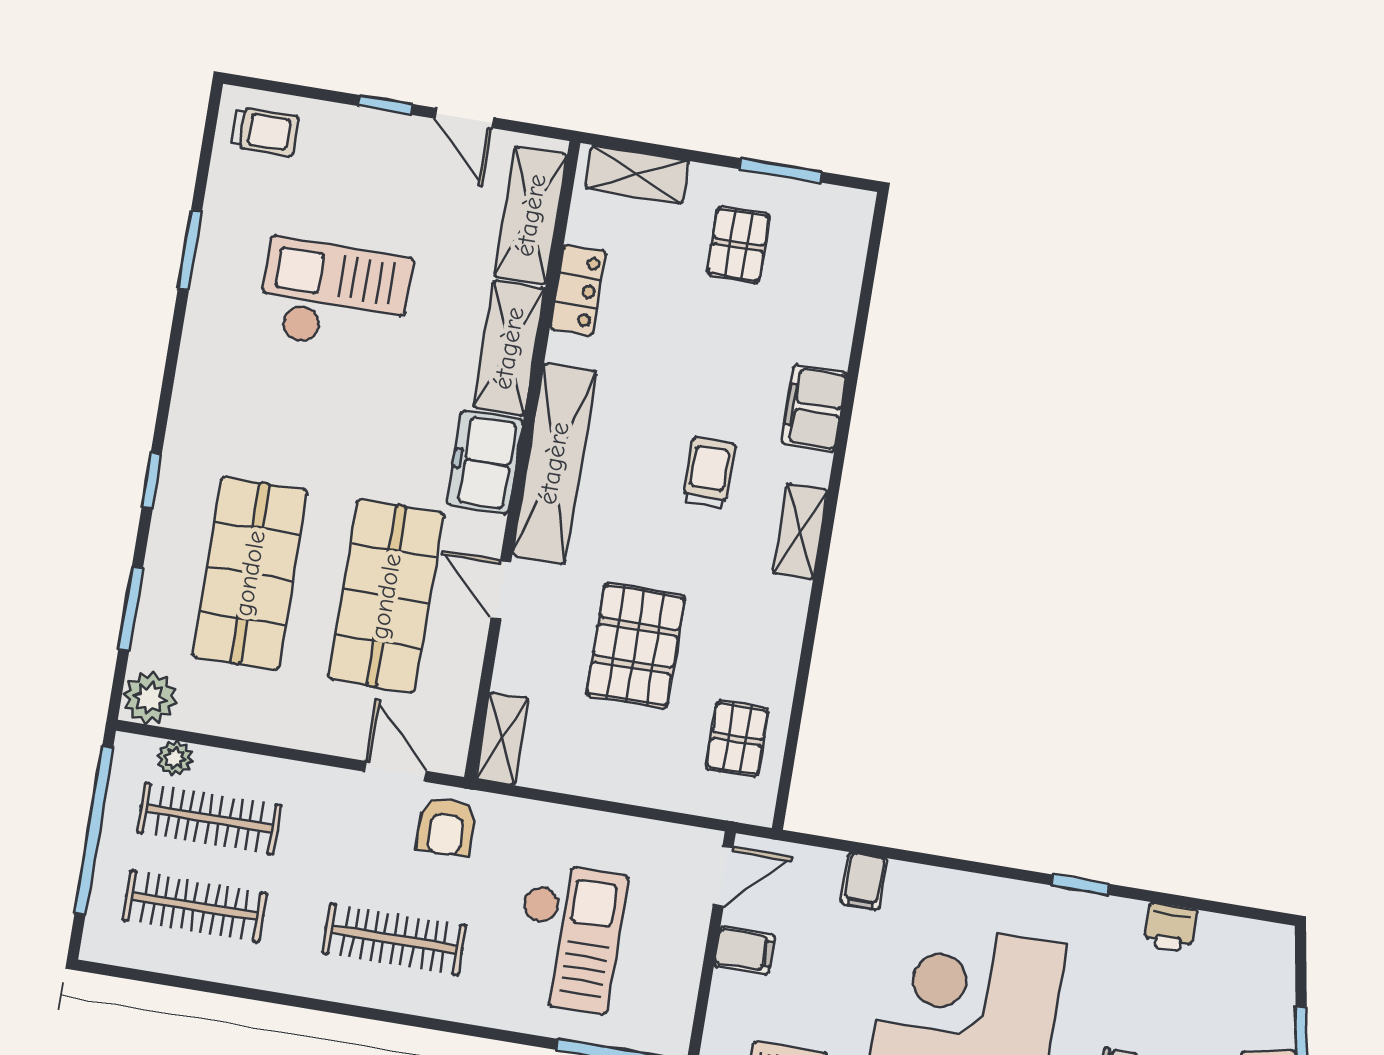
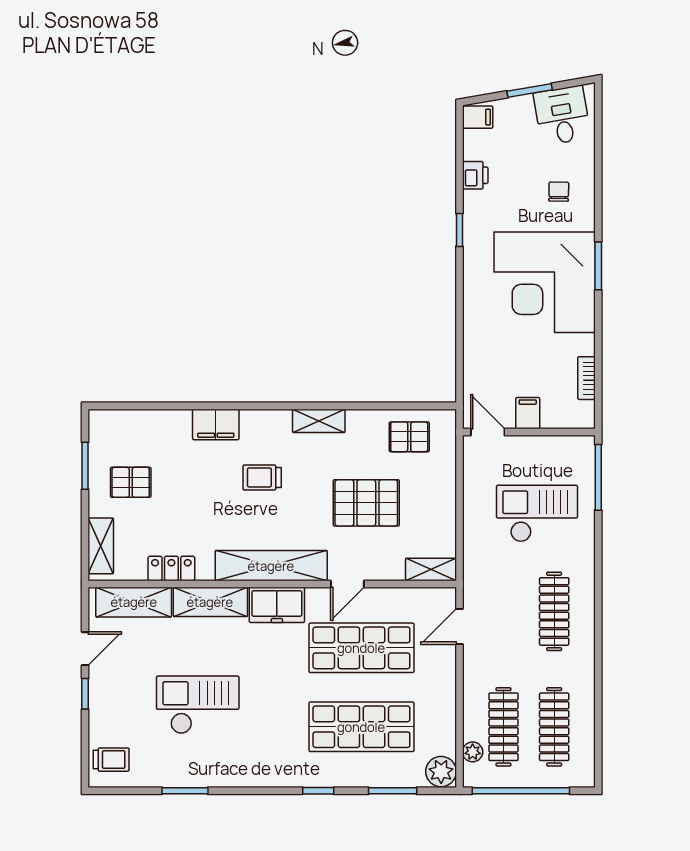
trolley: (265, 131) -> (111, 760), turned 90
checkout: (335, 297) -> (198, 705), turned 90
shelving: (800, 532) -> (319, 421), moved
armchair: (446, 827) -> (486, 593), removed
filing cabinet: (864, 881) -> (478, 117), moved

